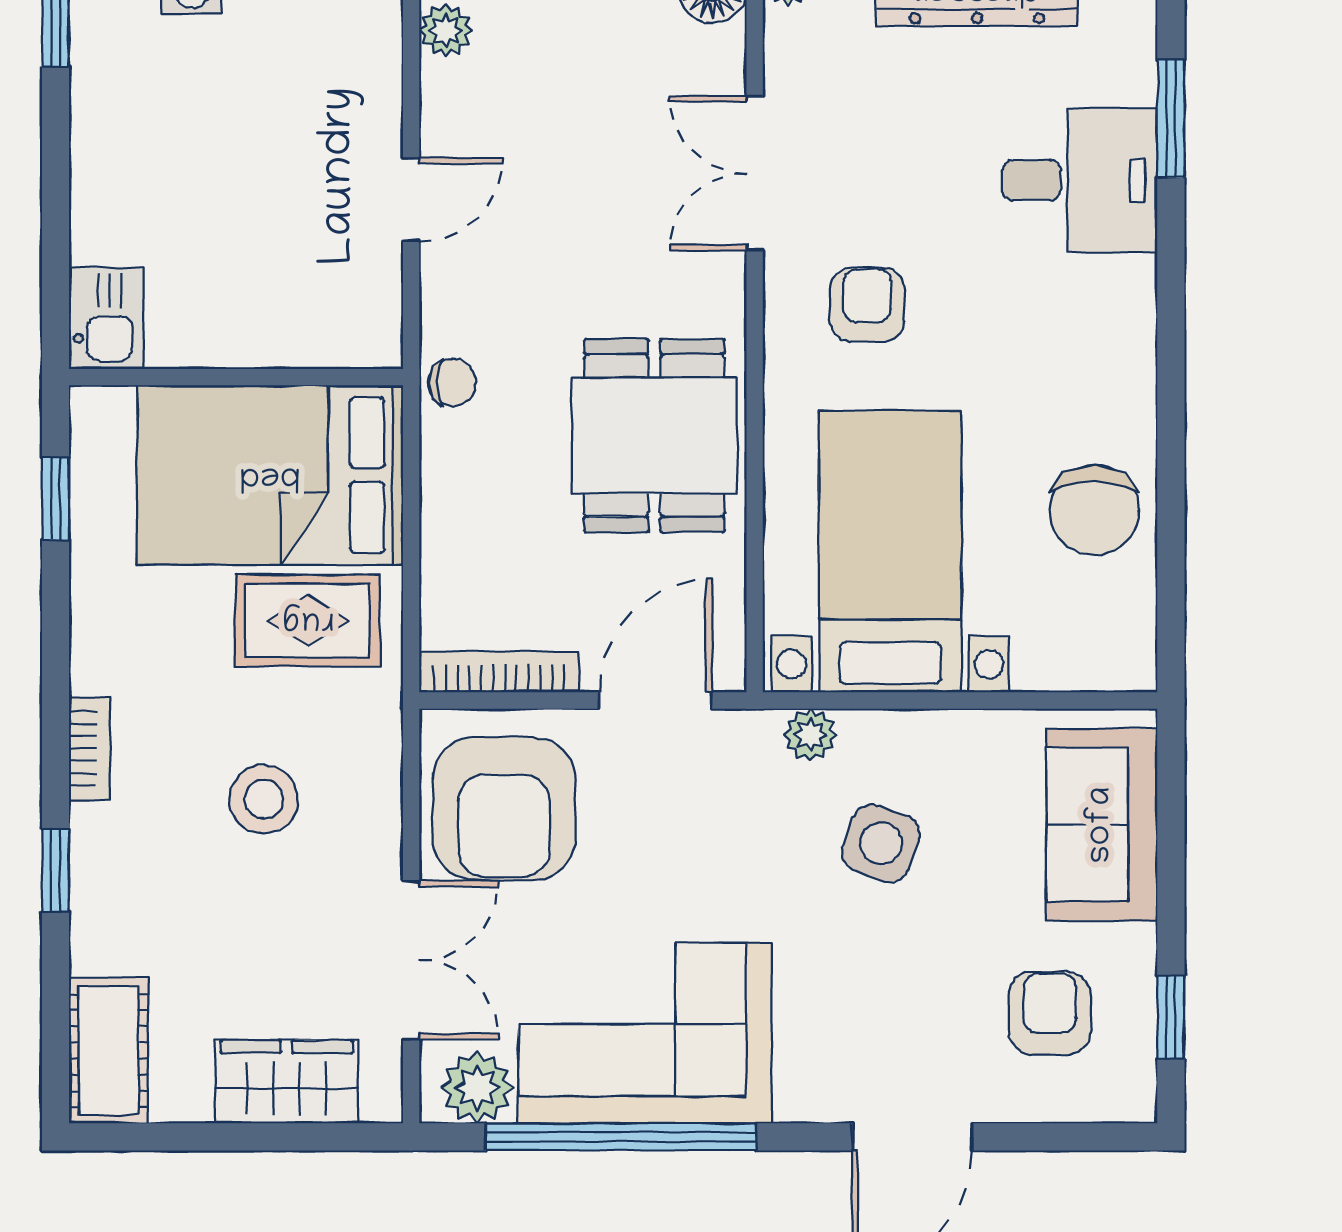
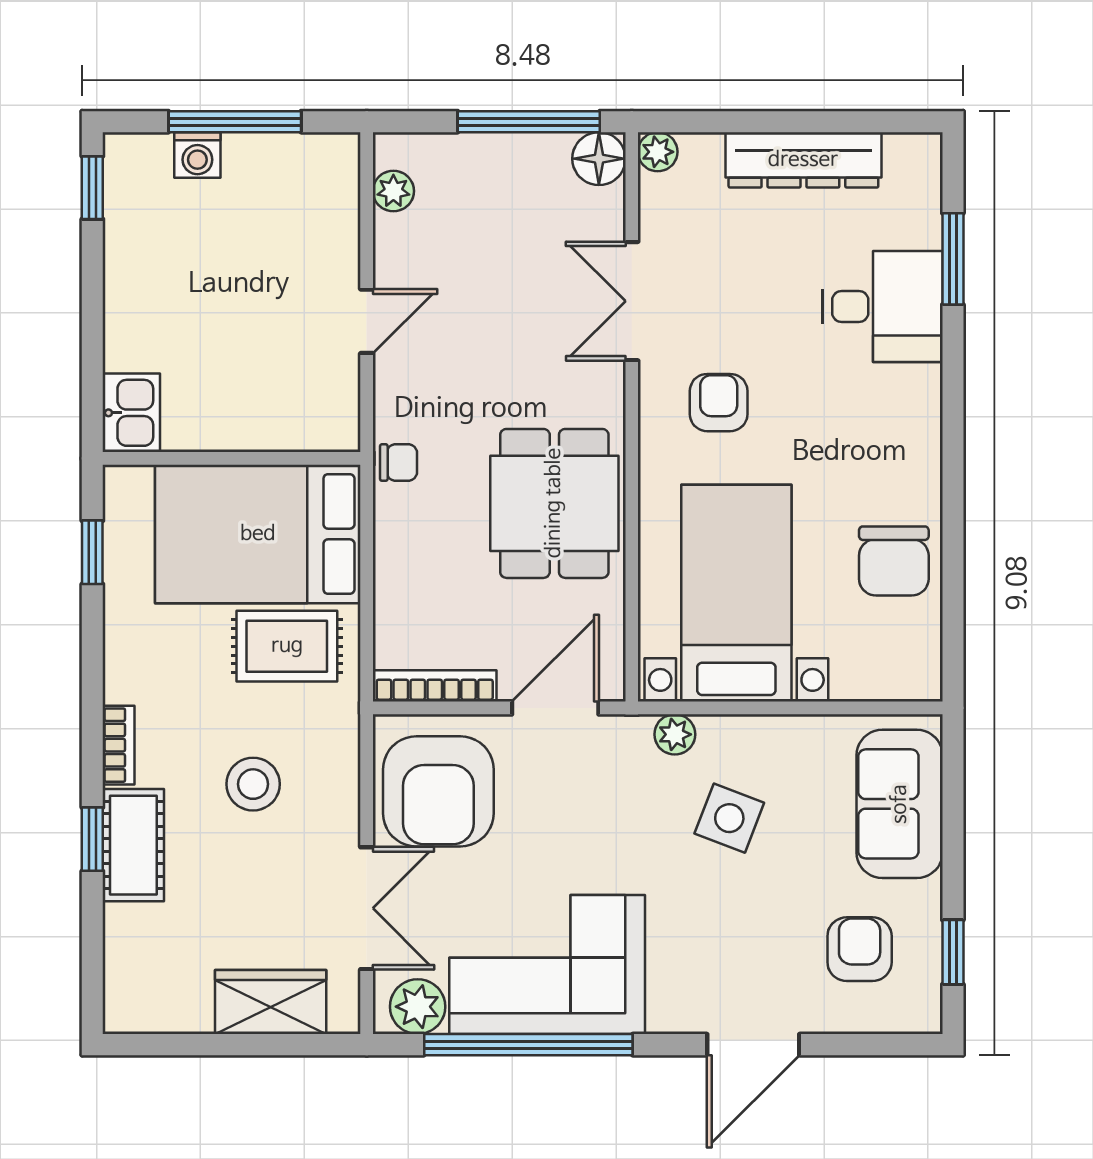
cot: (109, 1051) -> (133, 845), moved

